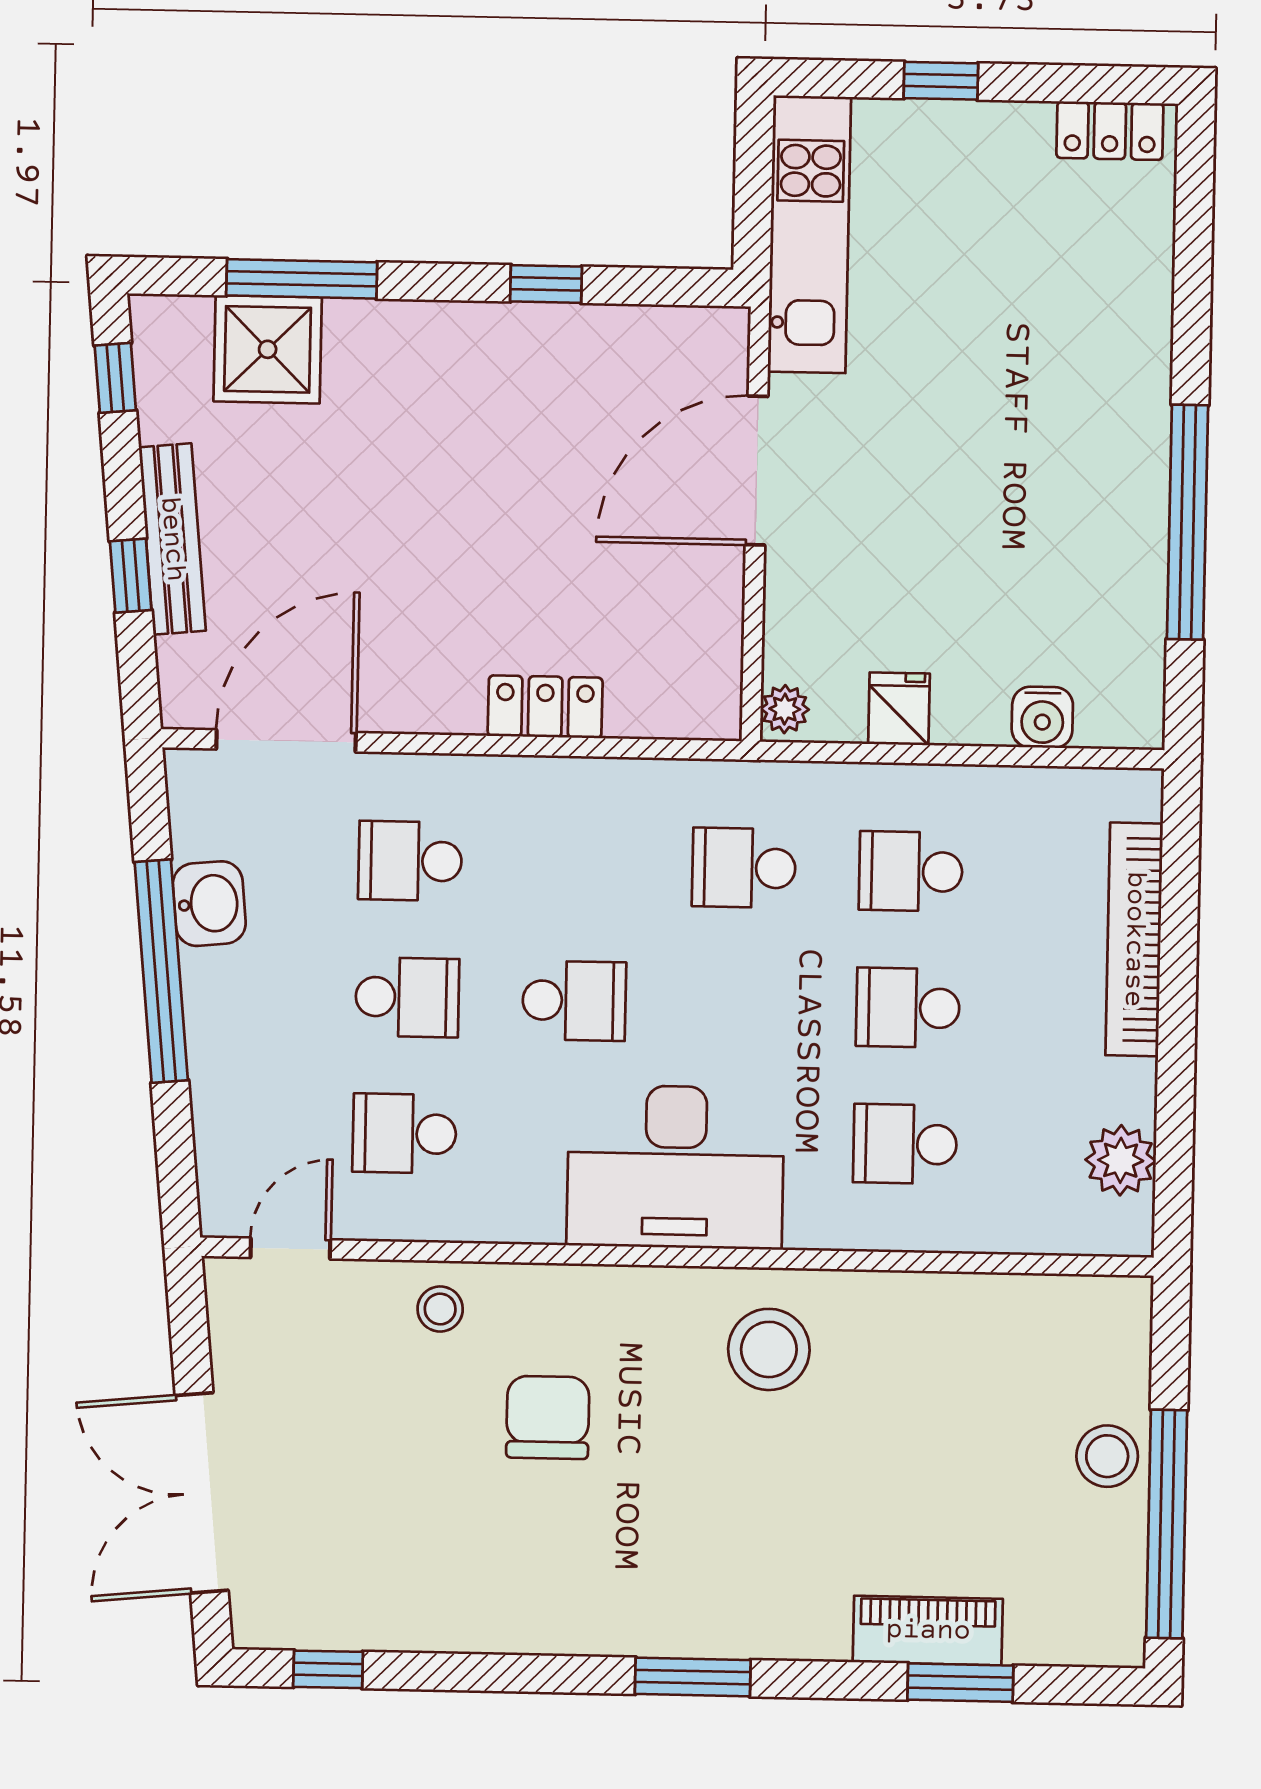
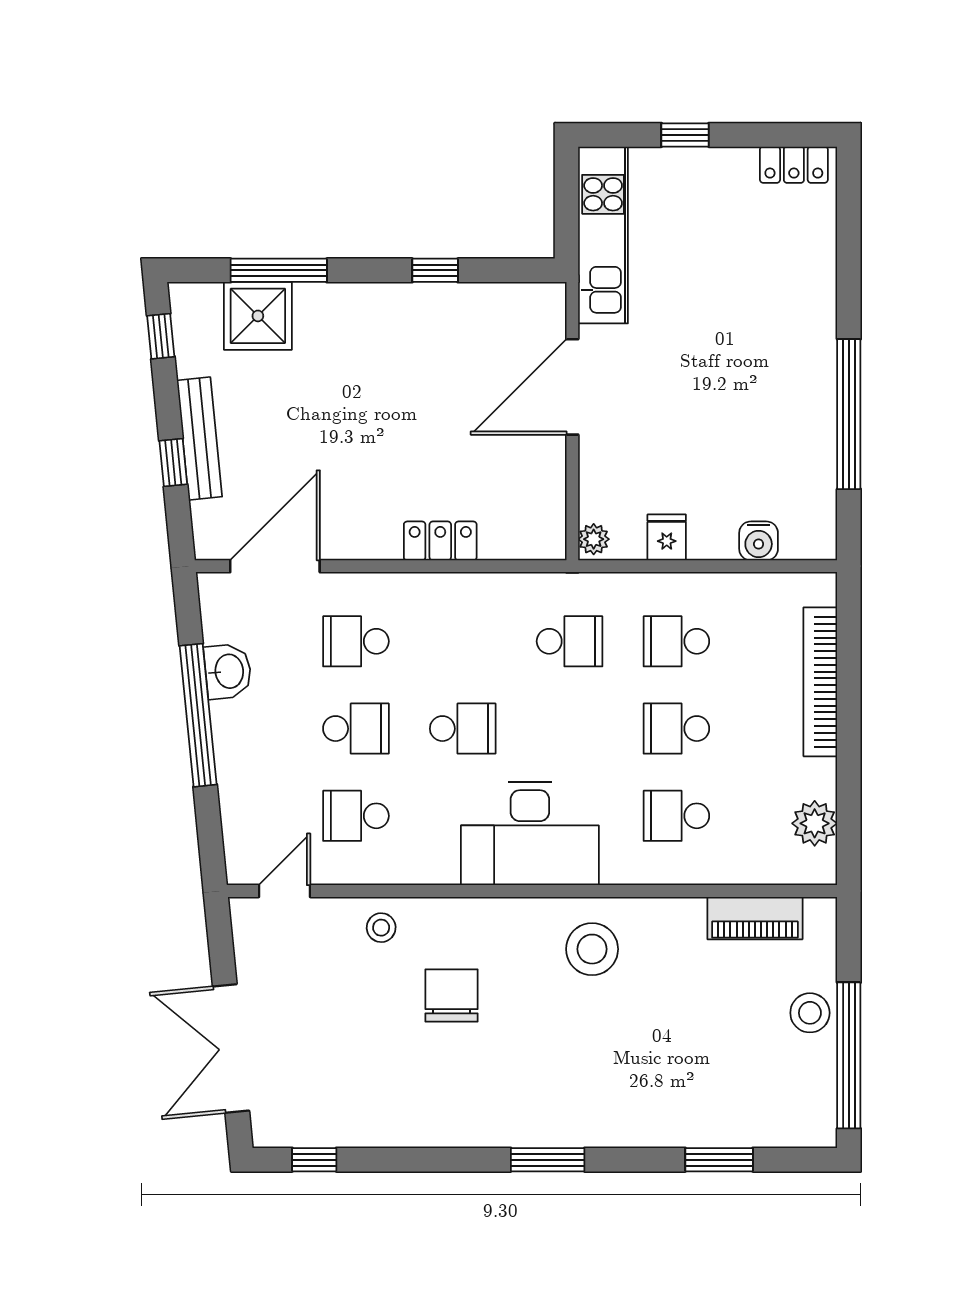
school desk: (744, 868) -> (570, 641), turned 180
piano: (928, 1631) -> (755, 918), moved, turned 180

